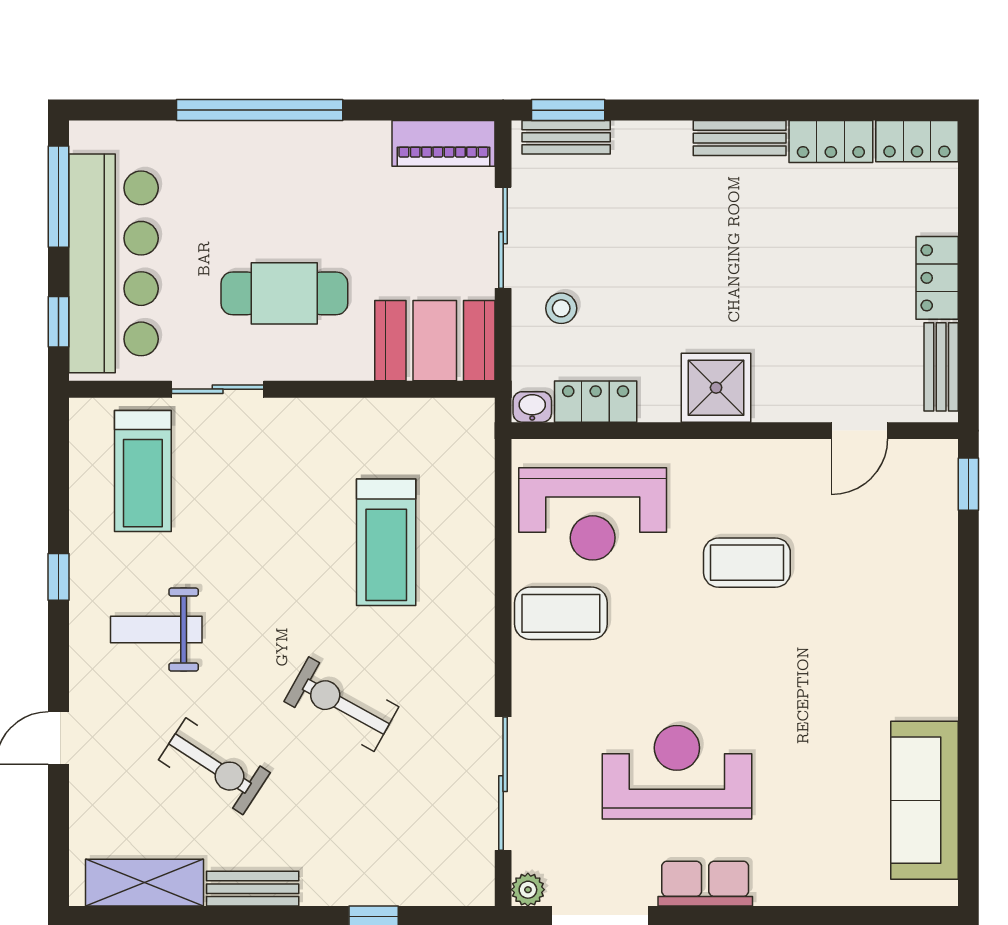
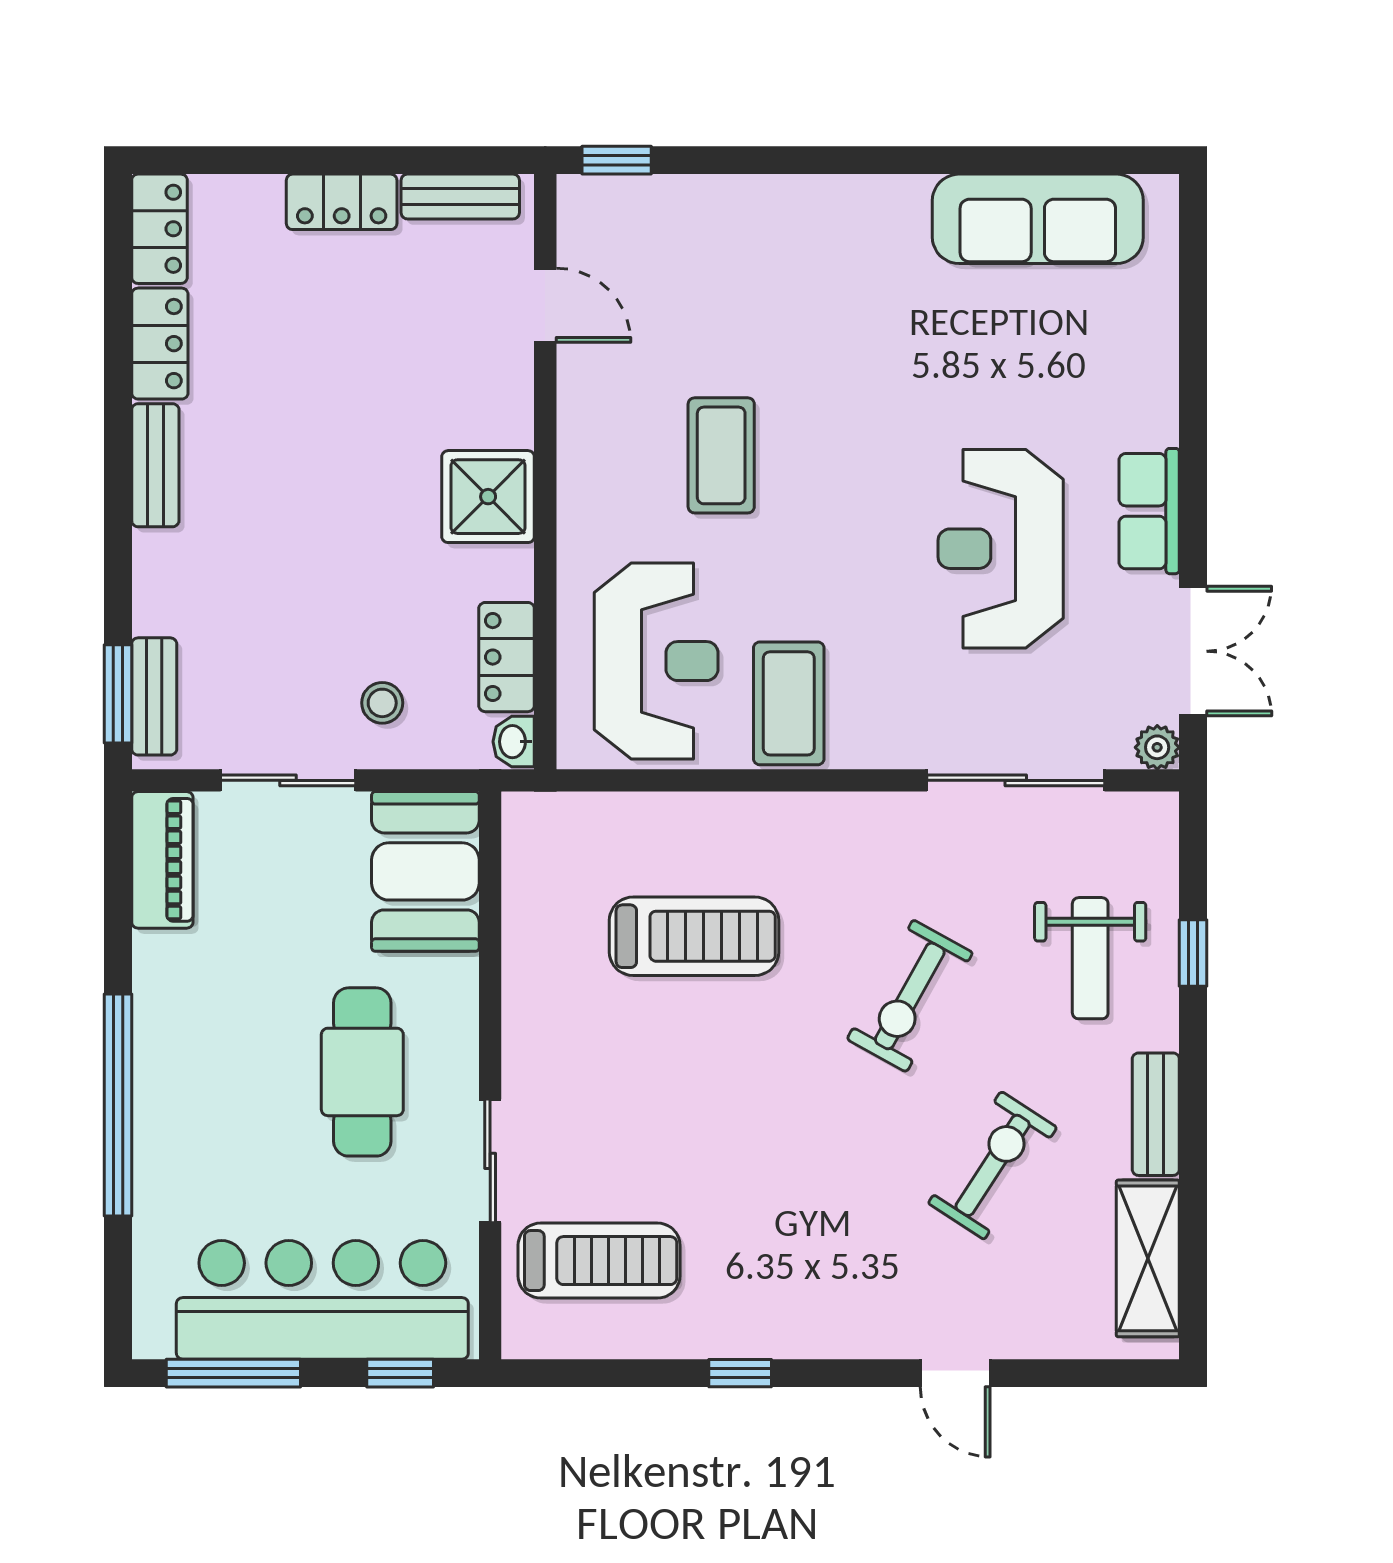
weight bench: (156, 630) -> (1090, 958), moved

